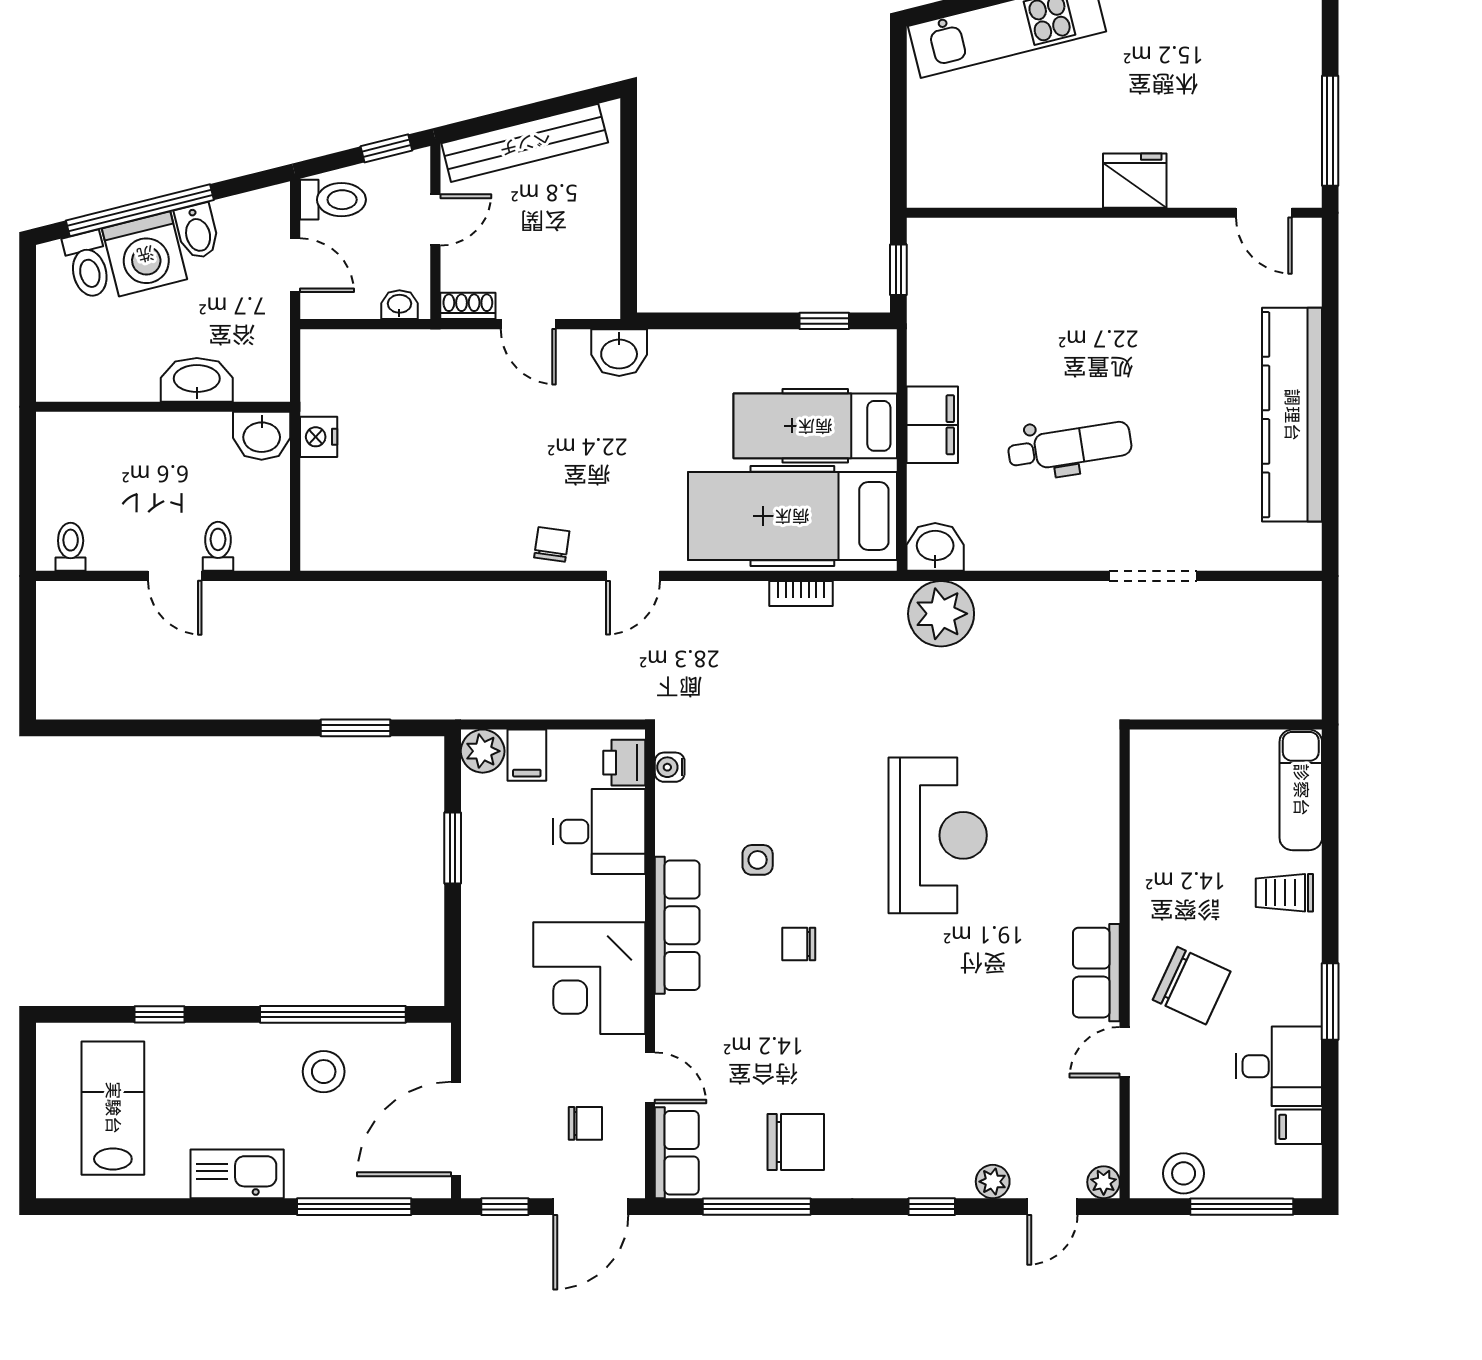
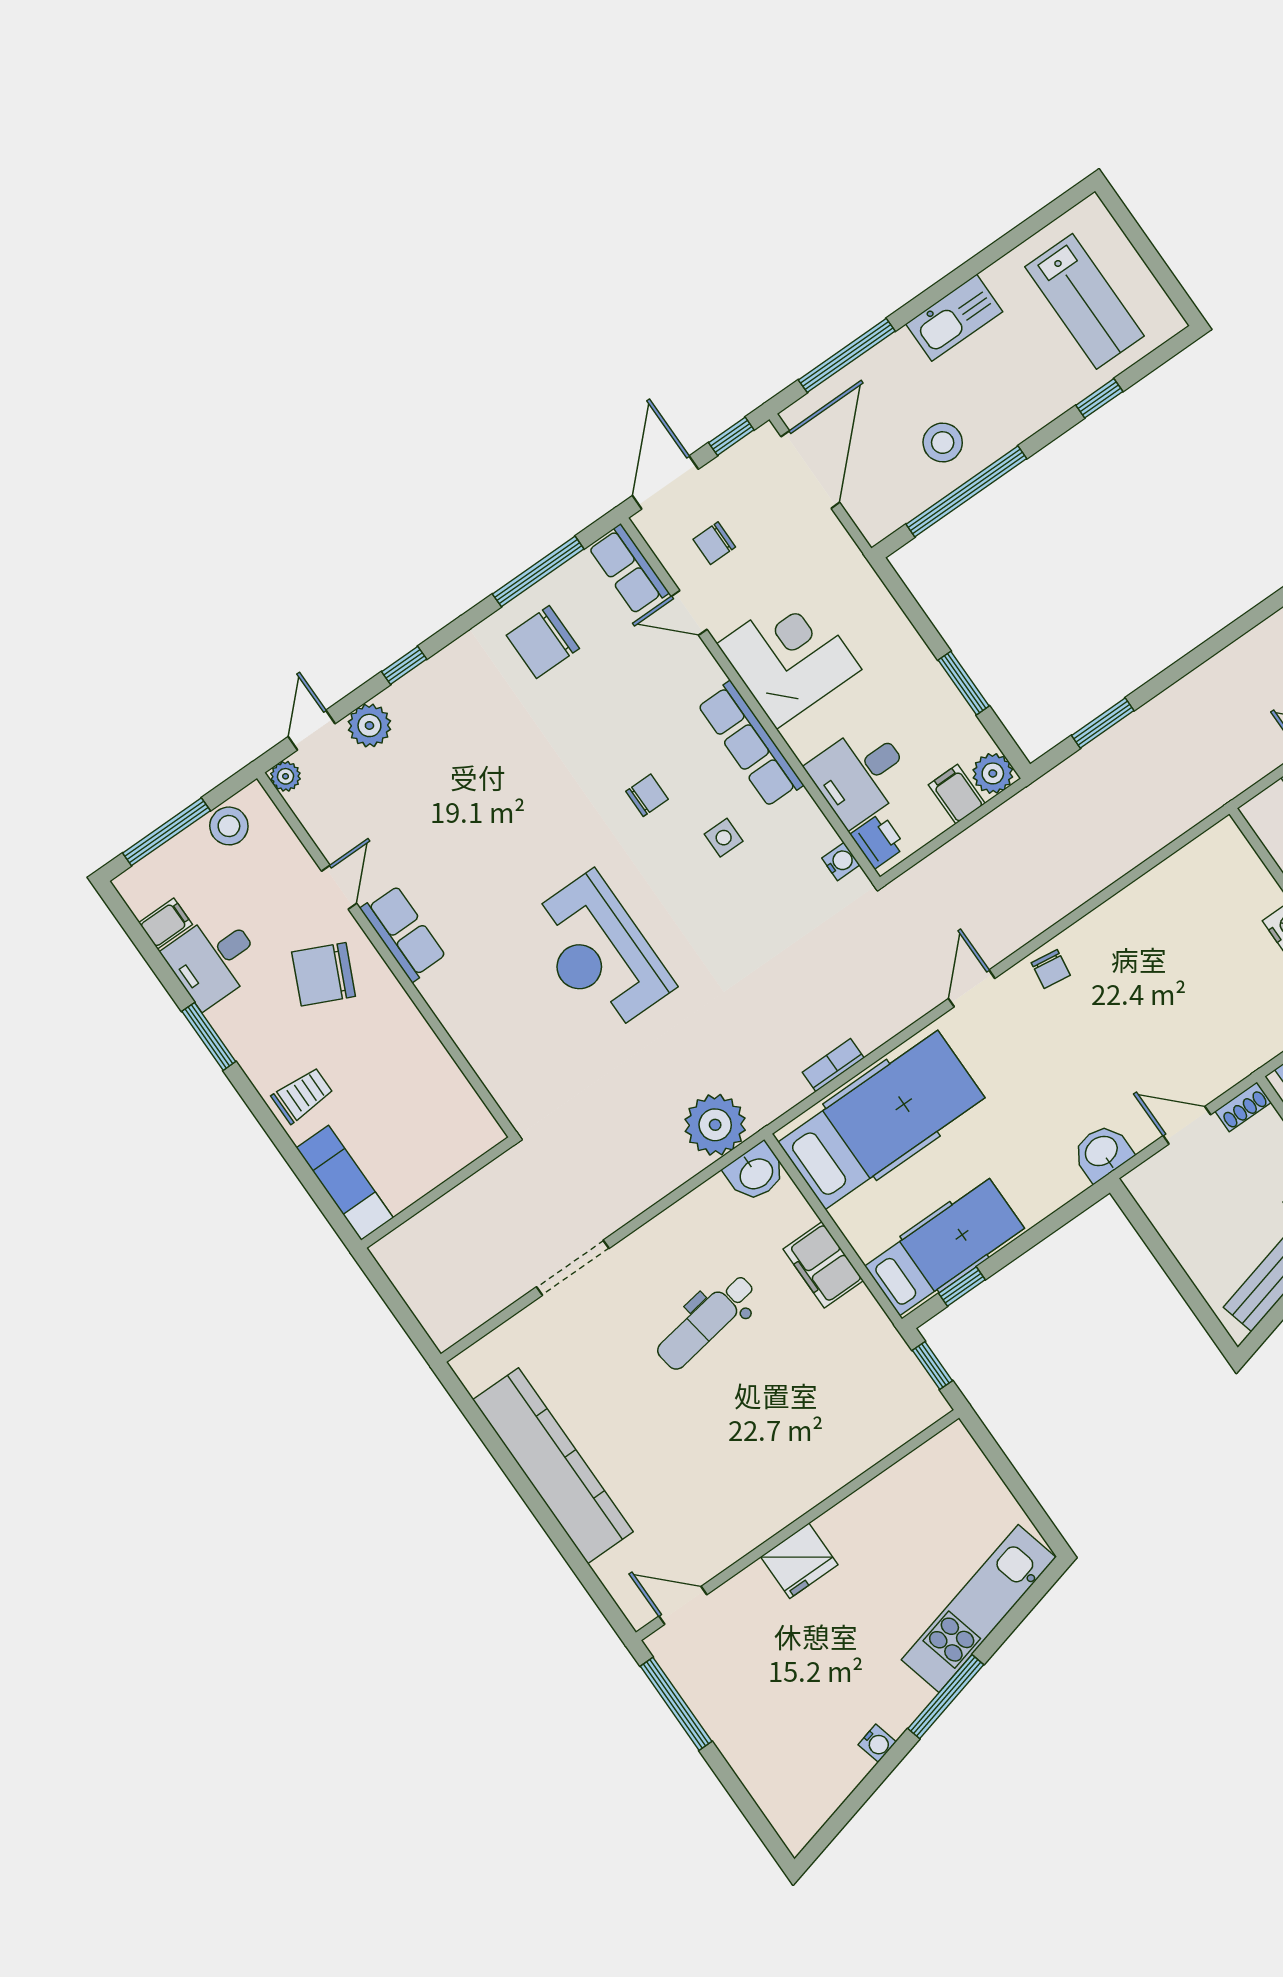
hospital bed: (815, 426) -> (945, 1247), moved
plant: (993, 1182) -> (369, 725), width x1.38, depth x1.38

